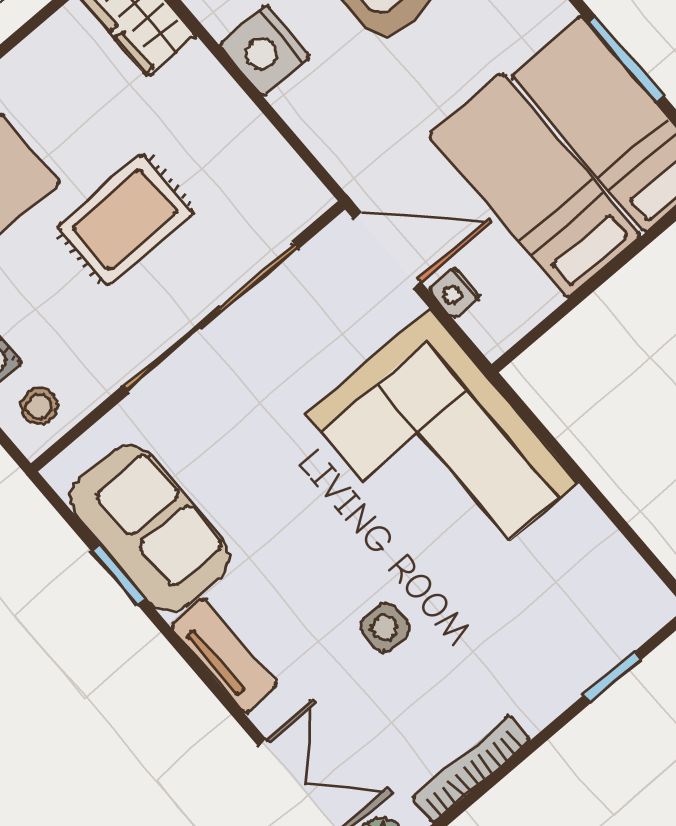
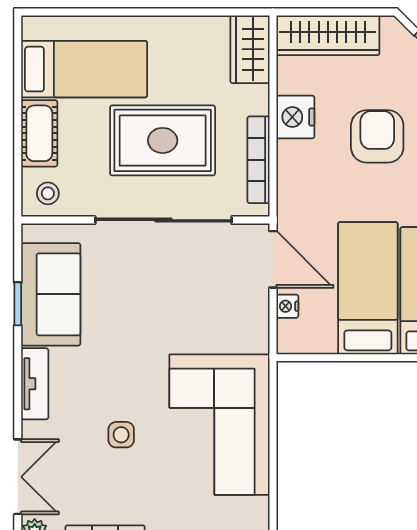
bookcase: (264, 142) -> (258, 160), added
rug: (125, 220) -> (163, 140), width x1.36, depth x1.43
corner sofa: (442, 448) -> (219, 425), moved

